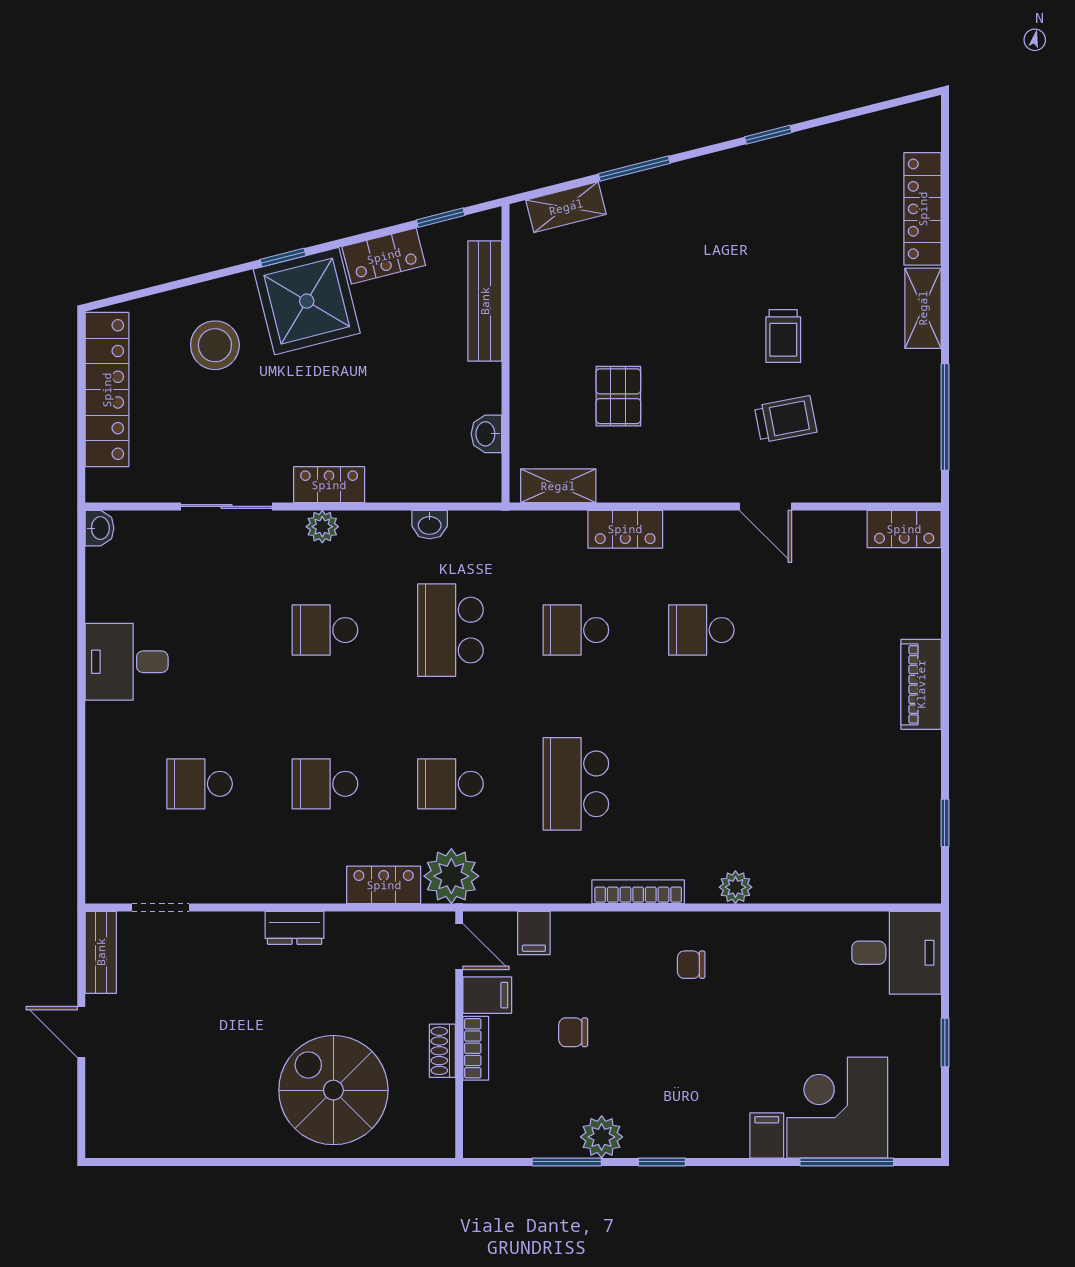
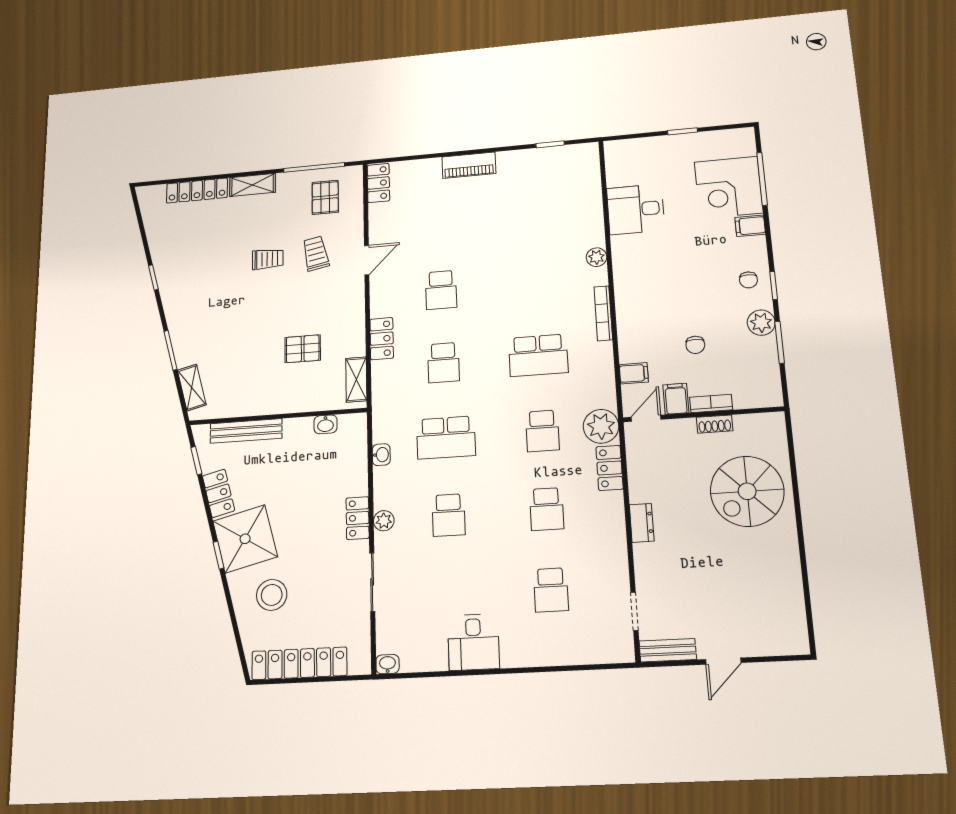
pallet: (887, 436) -> (325, 197), added
desk: (896, 953) -> (636, 209), moved, turned -90
chair: (691, 965) -> (748, 280), moved

